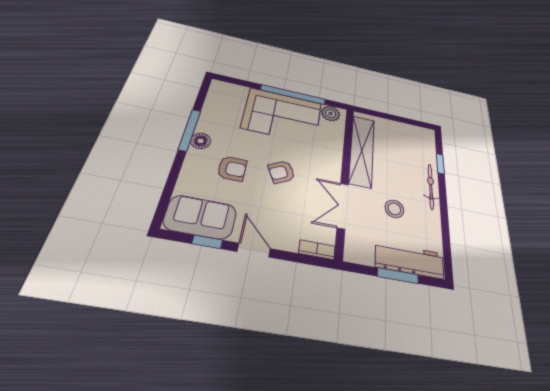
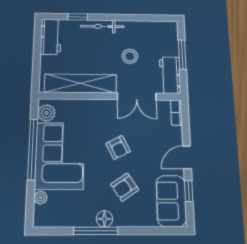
plant: (241, 91) -> (41, 198), added
workbench: (415, 134) -> (51, 37), added
armchair: (232, 169) -> (125, 187), turned -124
workbench: (410, 260) -> (170, 75), moved, width x0.73

